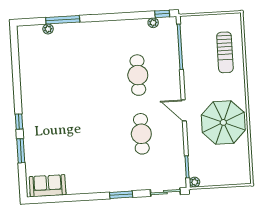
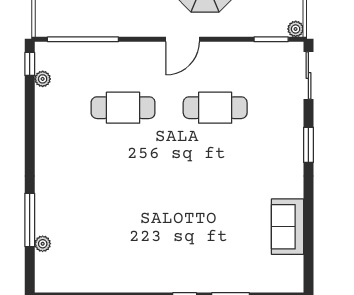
sofa: (48, 186) -> (287, 227), moved

